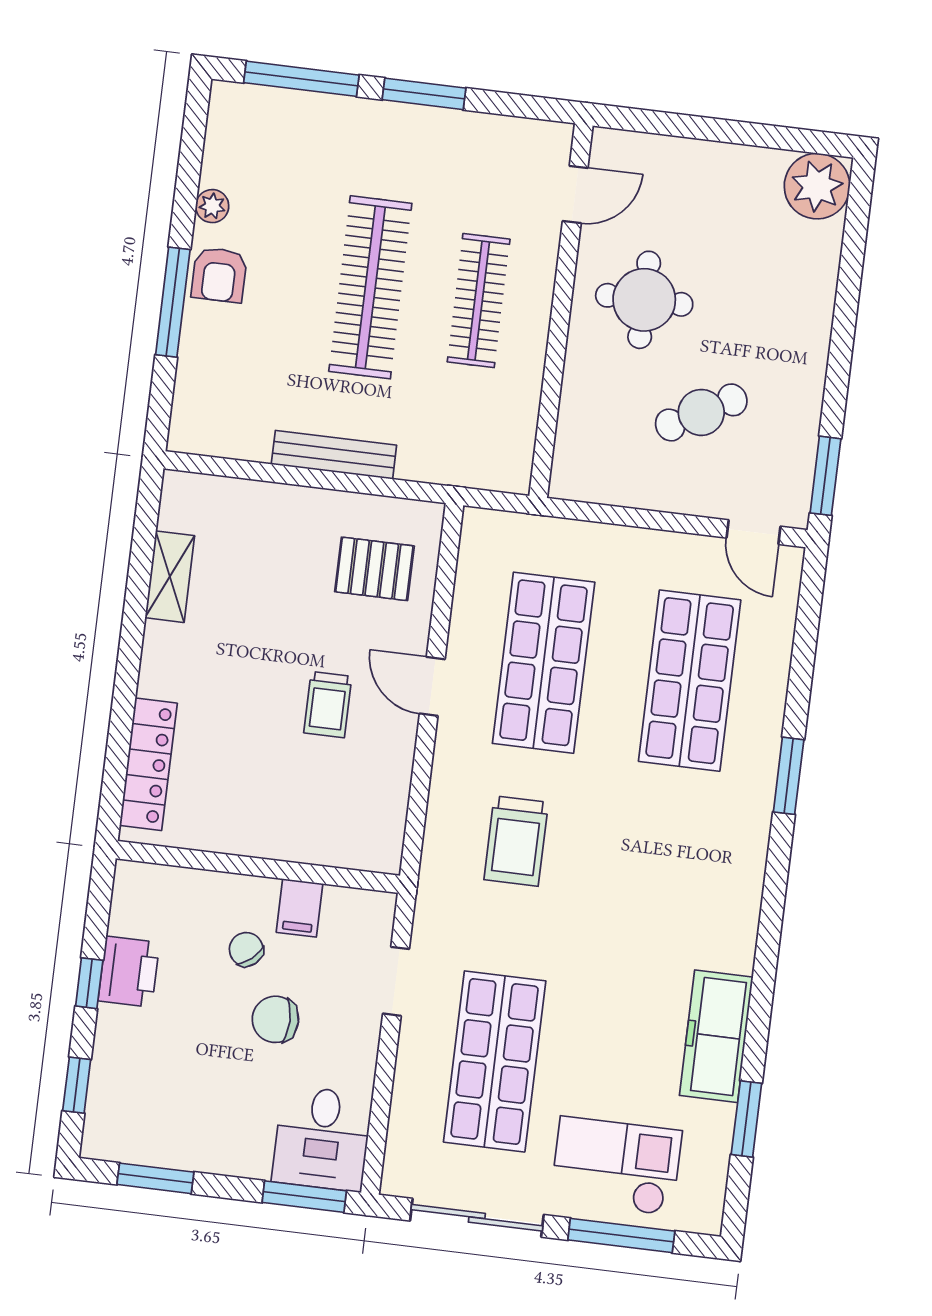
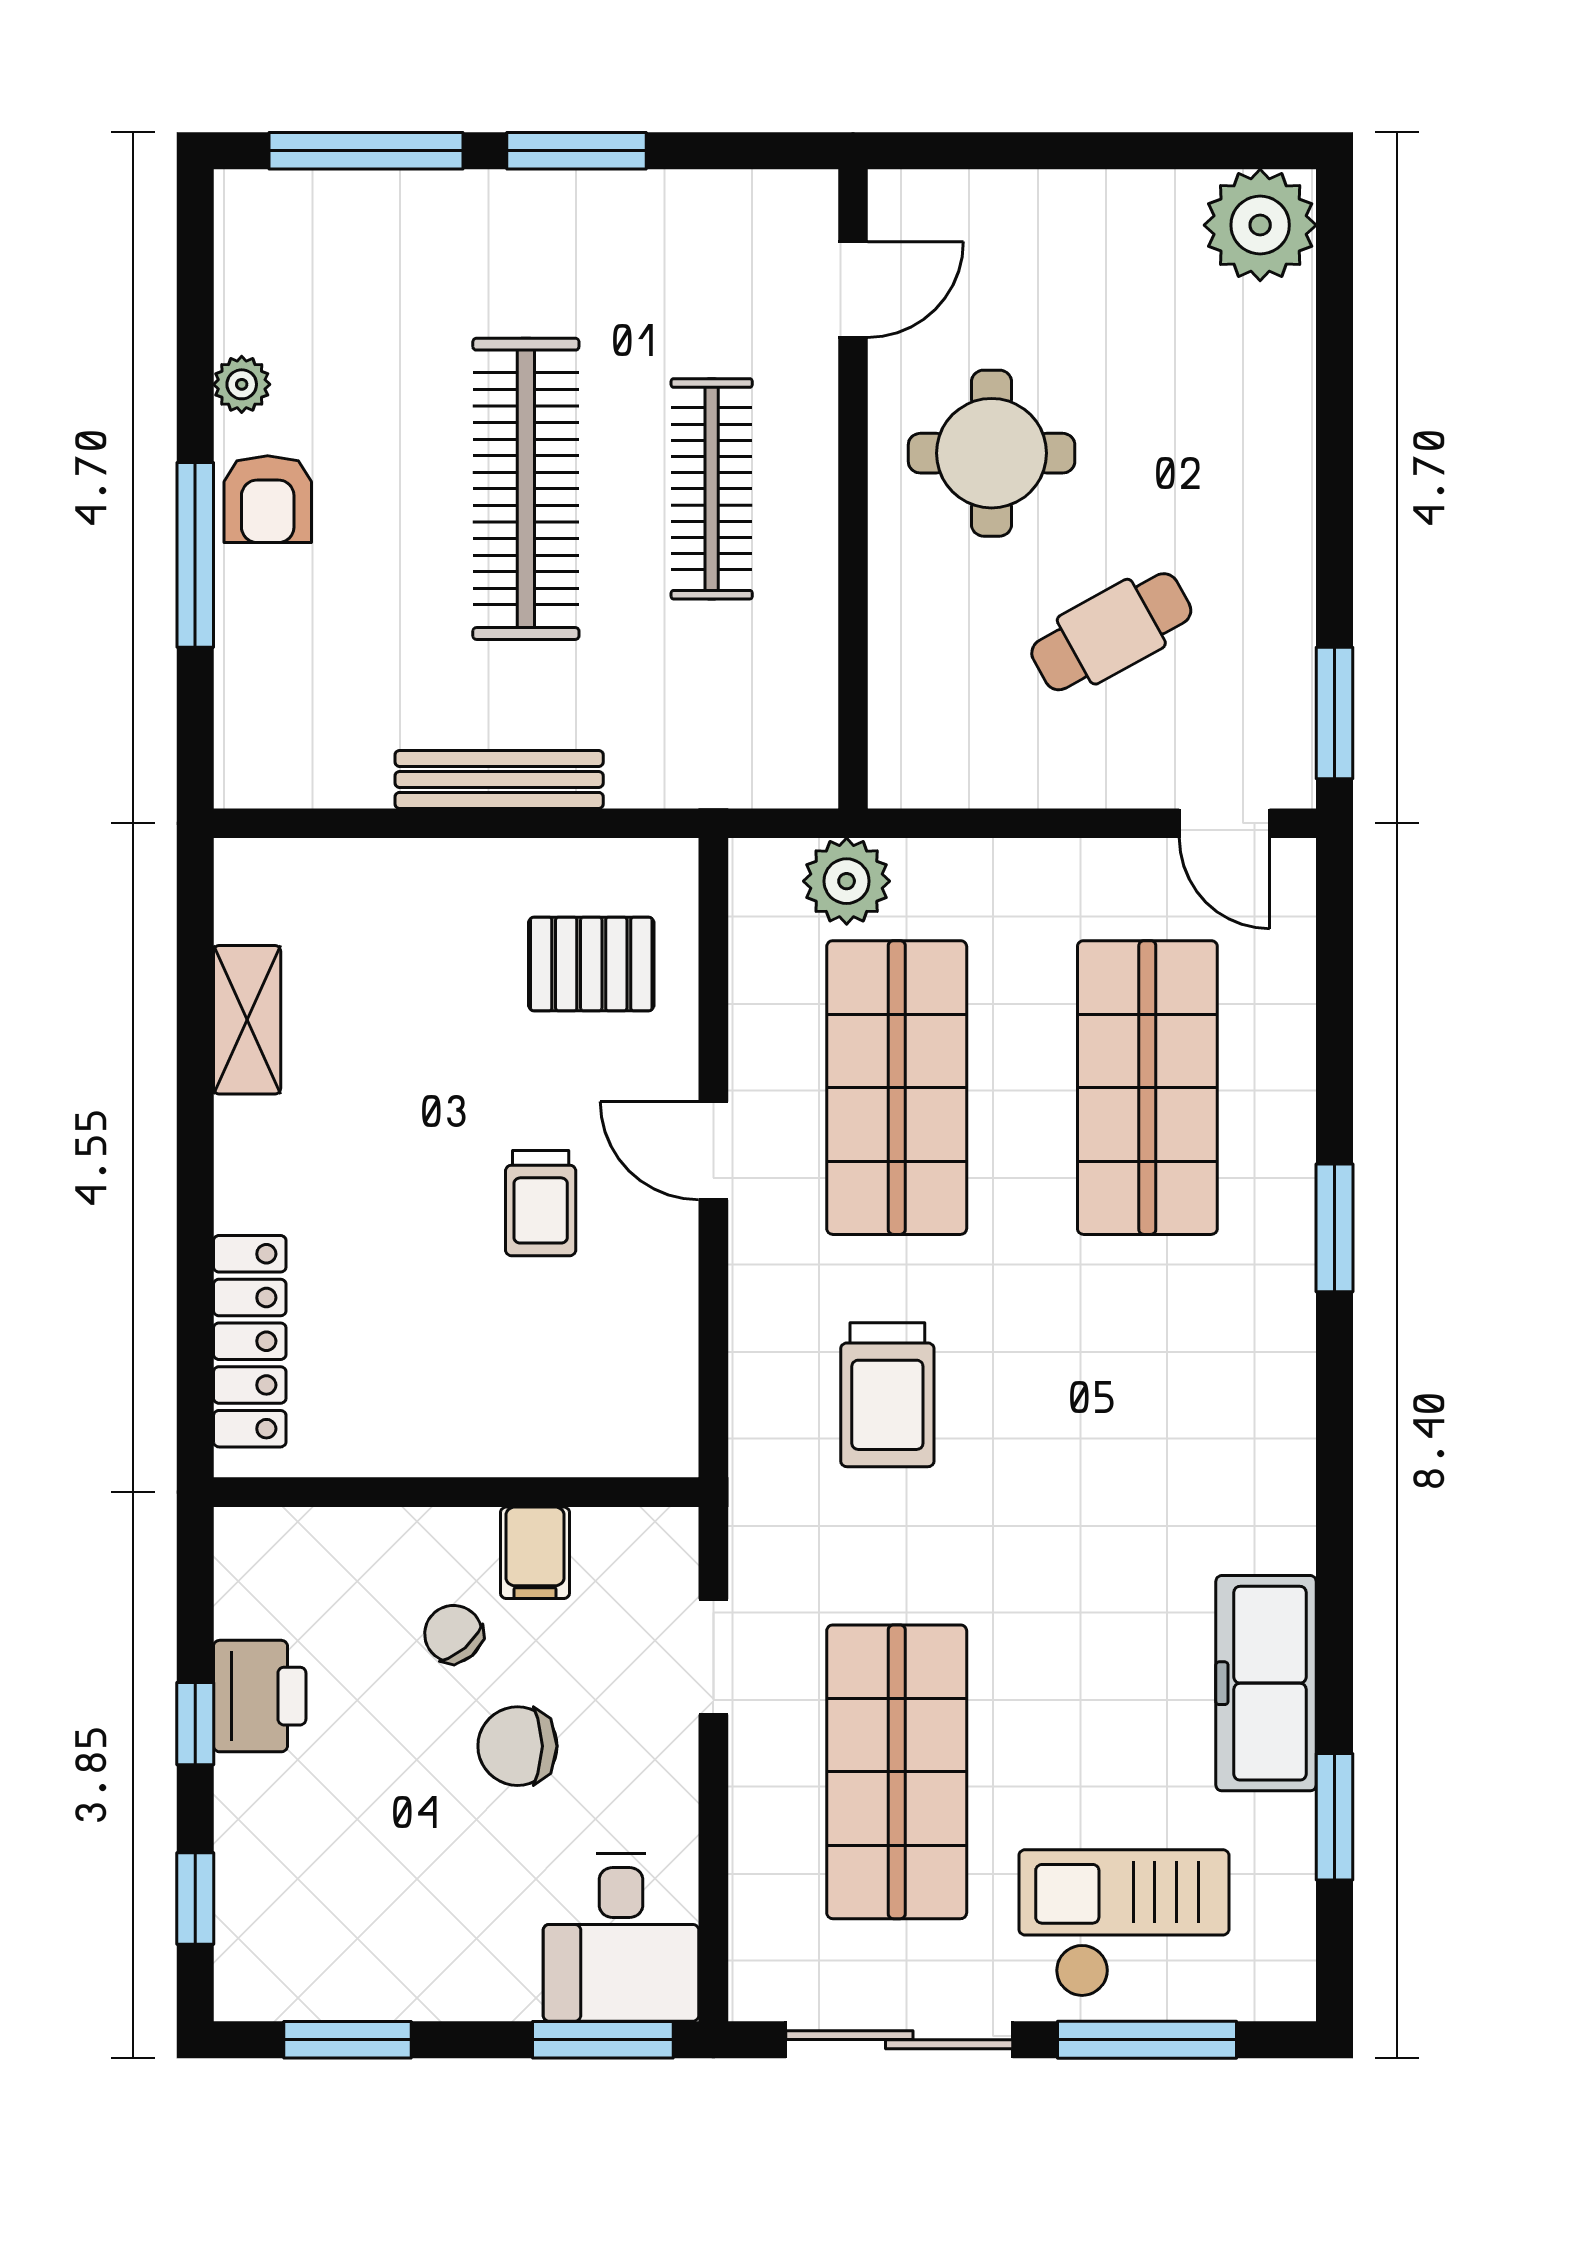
plant: (529, 539) -> (847, 881), added

